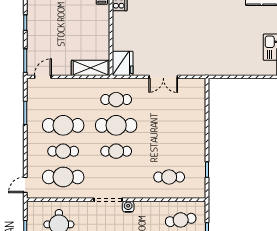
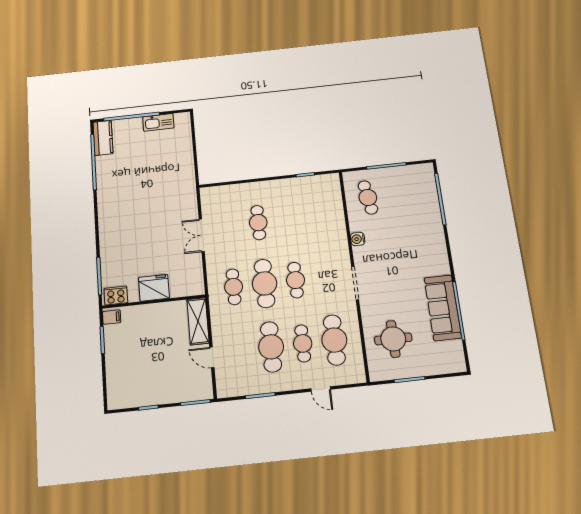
fridge: (123, 63) -> (154, 288), moved
door: (43, 77) -> (212, 357), moved
double door: (163, 77) -> (202, 235), swing flipped
cafe table: (169, 177) -> (258, 223), moved
door: (25, 185) -> (321, 389), moved
water cooler: (128, 207) -> (358, 239), moved

